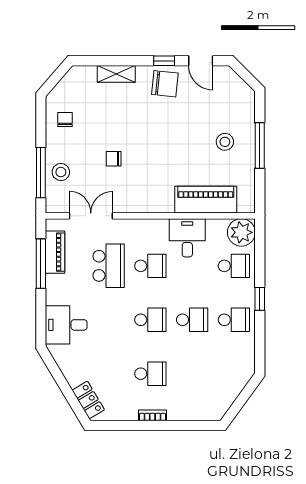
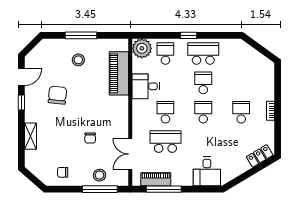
chair: (165, 84) -> (57, 95), moved
school desk: (234, 320) -> (203, 54), width x1.85

